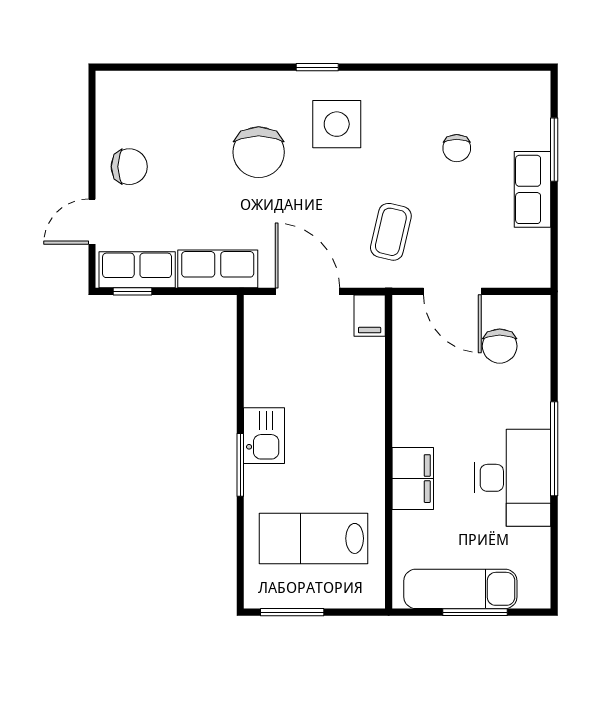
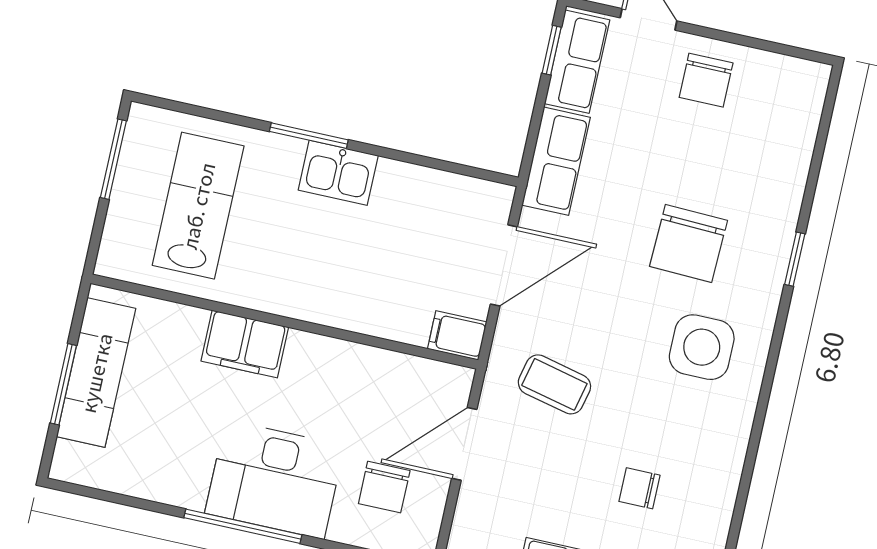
window: (317, 67) -> (795, 259), moved
chair: (259, 152) -> (688, 243), turned -88
chair: (500, 346) -> (384, 487), turned -90
desk: (512, 478) -> (275, 479), moved

